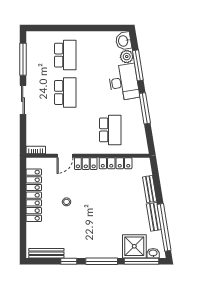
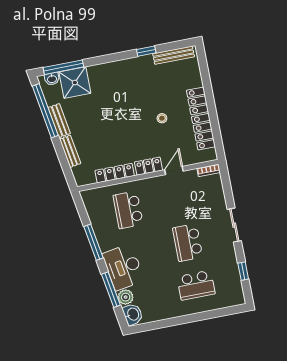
school desk: (65, 55) -> (196, 285), turned -90
window: (23, 59) -> (243, 271), width x0.46
window: (102, 261) -> (109, 58), removed

